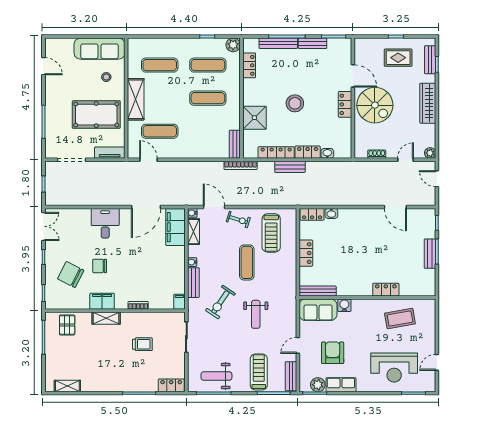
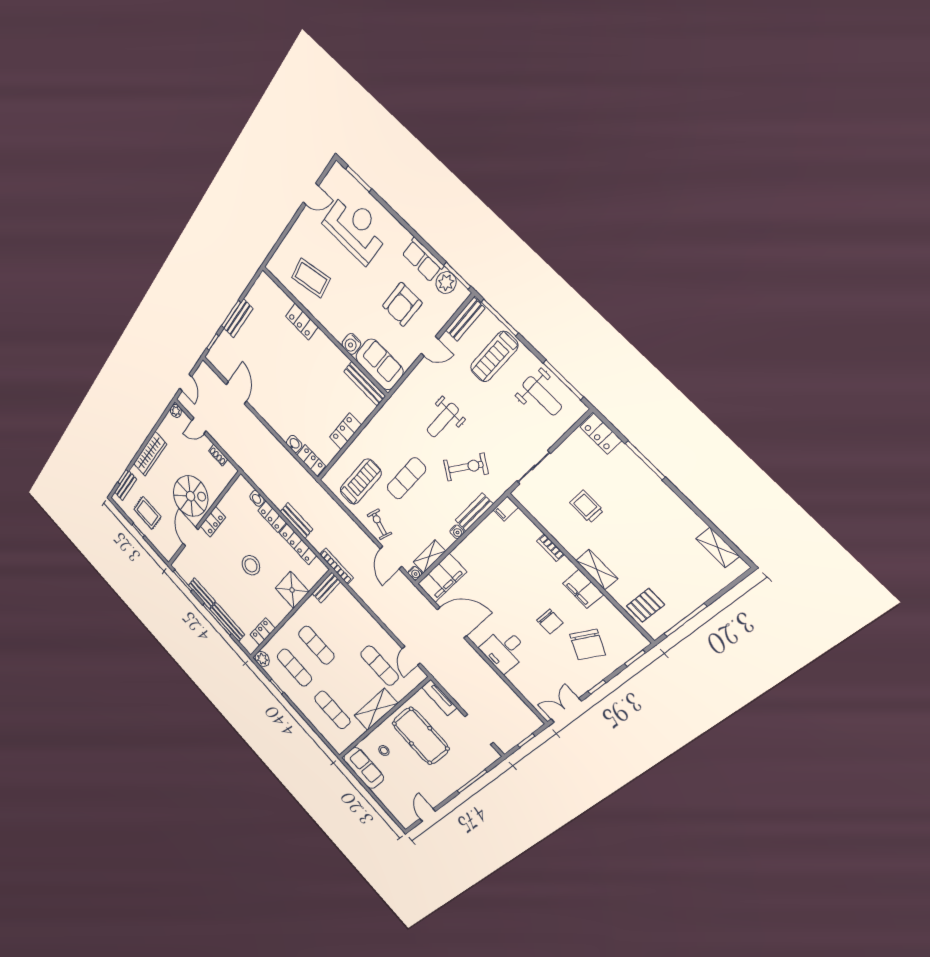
sofa: (100, 49) -> (364, 768), width x0.73
spiral stairs: (375, 105) -> (191, 496), turned 90
weight bench: (256, 314) -> (443, 420), turned 180

